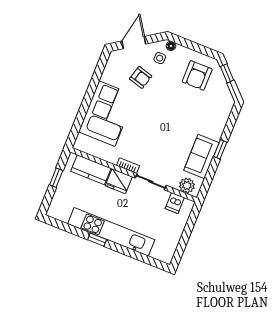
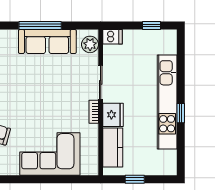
window: (220, 149) -> (40, 25), width x2.17
sofa: (201, 157) -> (47, 41), width x1.36
dishwasher: (175, 203) -> (113, 37), moved
window: (182, 245) -> (152, 25), added

